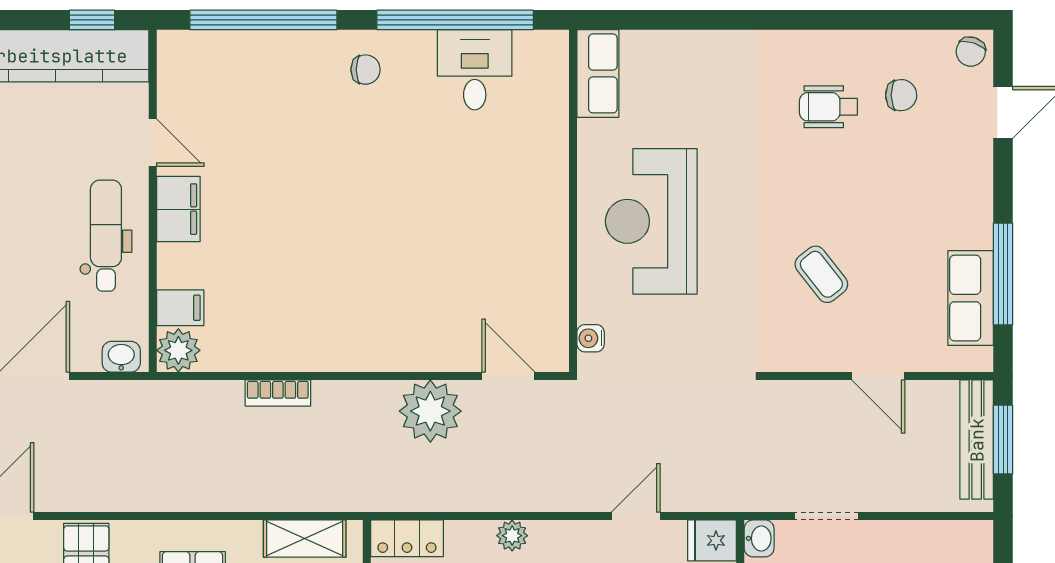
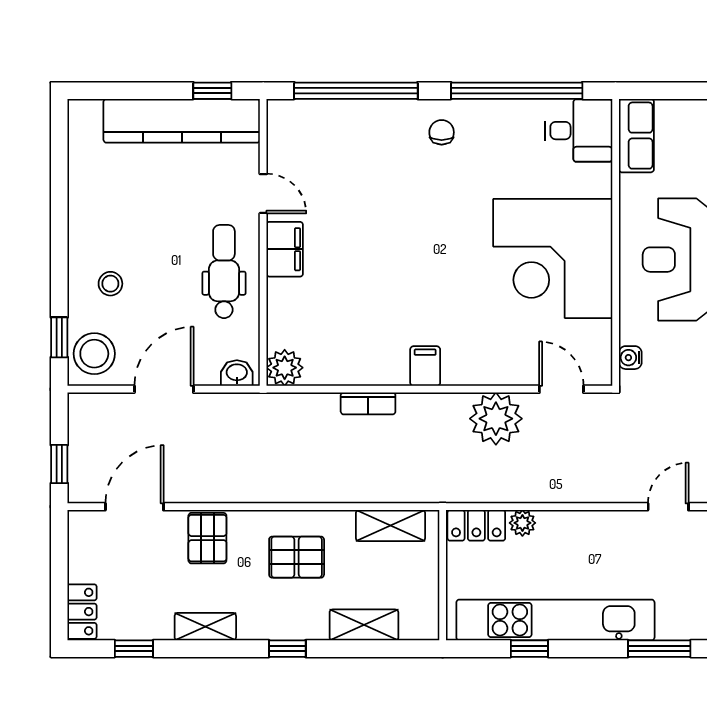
chair: (366, 70) -> (442, 132), turned -90
desk: (475, 70) -> (579, 131), moved, turned 90
corner desk: (498, 220) -> (553, 259), added
filing cabinet: (180, 308) -> (425, 366), moved, turned -90
plant: (512, 536) -> (522, 523), moved

